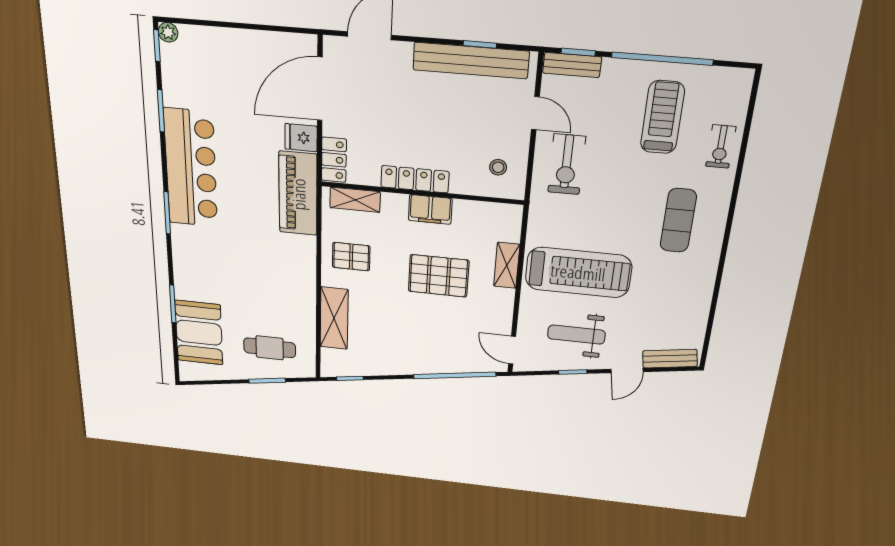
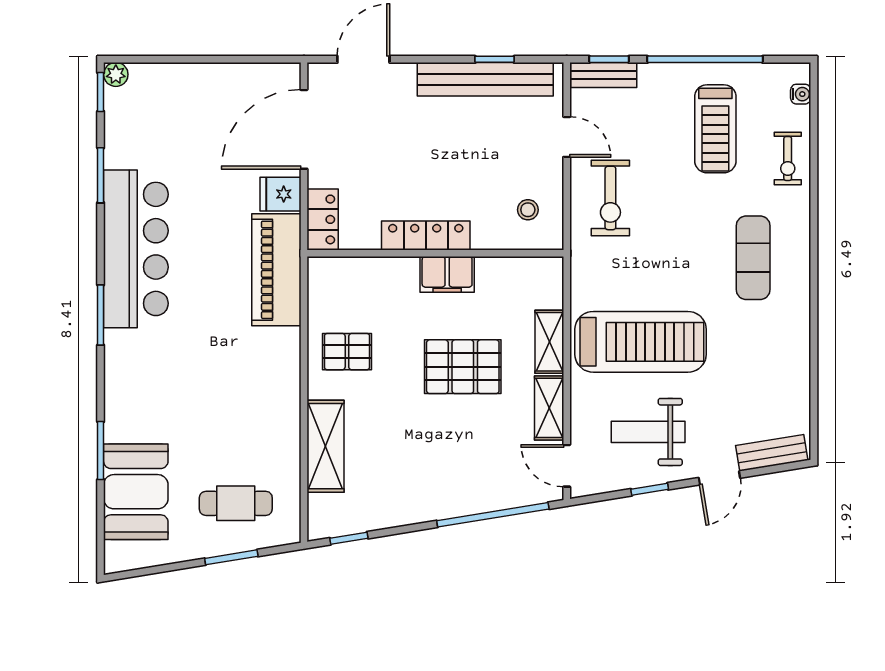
water cooler: (742, 95) -> (801, 94), added
treadmill: (662, 117) -> (715, 129), turned 180
shelving: (355, 200) -> (549, 408), moved, turned 90

